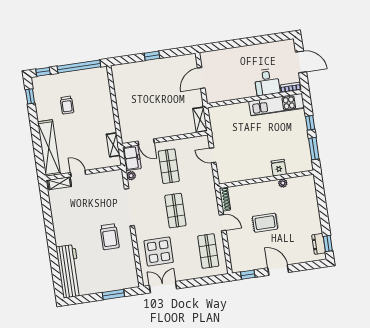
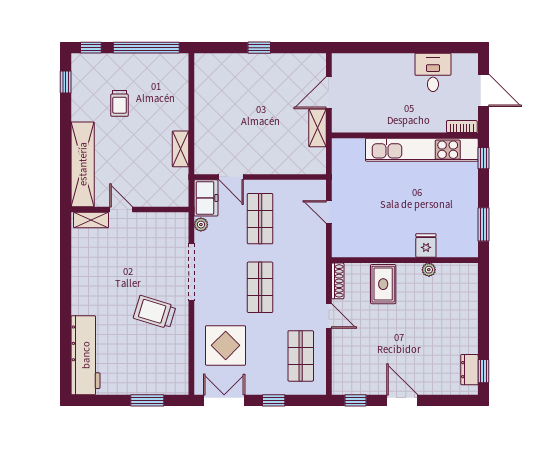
desk: (267, 82) -> (433, 72), moved, turned 180
kitchen unit: (277, 105) -> (422, 150), width x1.36
shelving: (200, 120) -> (318, 128), moved
window: (310, 123) -> (483, 158), moved
shelving: (113, 145) -> (181, 149), moved
rug: (265, 223) -> (383, 284), moved, turned 90
trolley: (110, 237) -> (155, 312), turned 107
window: (195, 282) -> (274, 400), added

